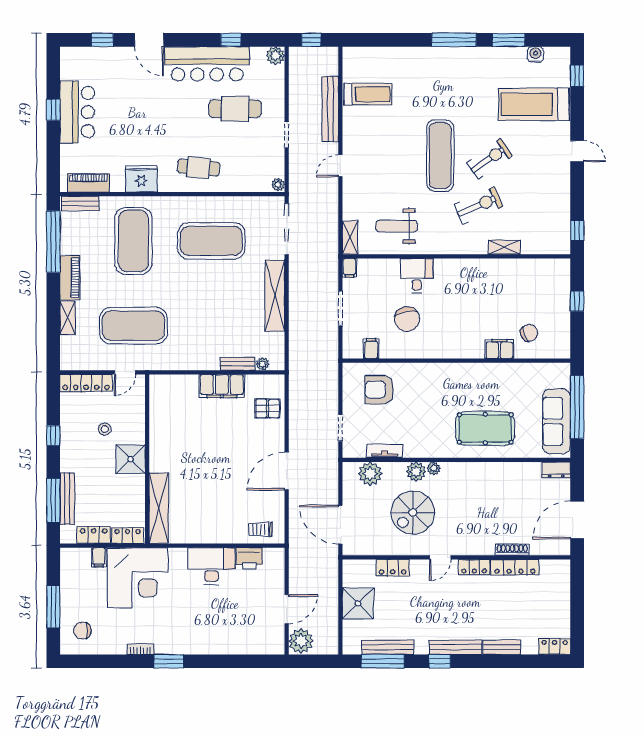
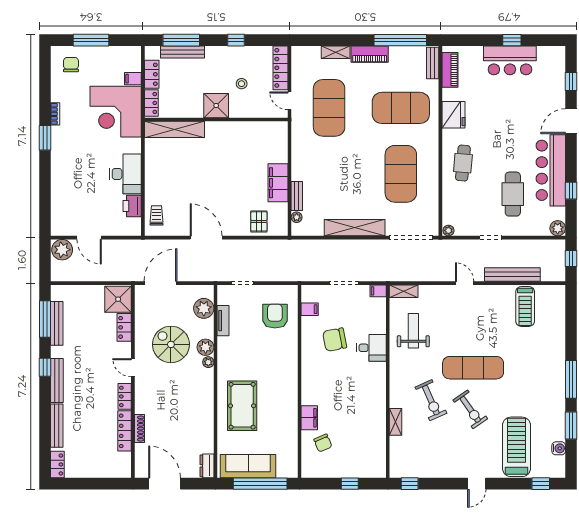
shower: (358, 603) -> (118, 299), moved
bench: (502, 647) -> (57, 426), width x1.36

